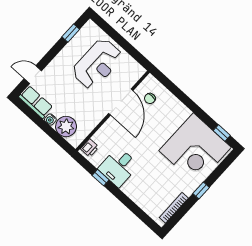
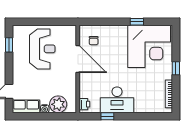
window: (222, 133) -> (137, 22), moved
desk: (118, 167) -> (117, 100), width x1.37

